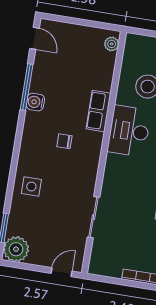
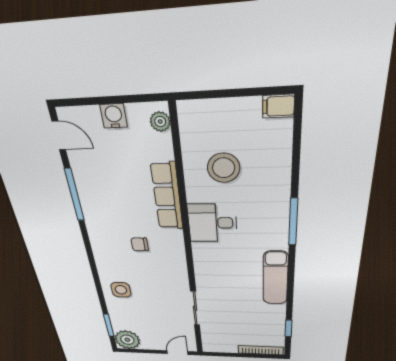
water cooler: (35, 102) -> (114, 116), moved, turned 90
row of seats: (98, 111) -> (167, 196), width x1.48
desk: (129, 131) -> (212, 223), width x0.73

